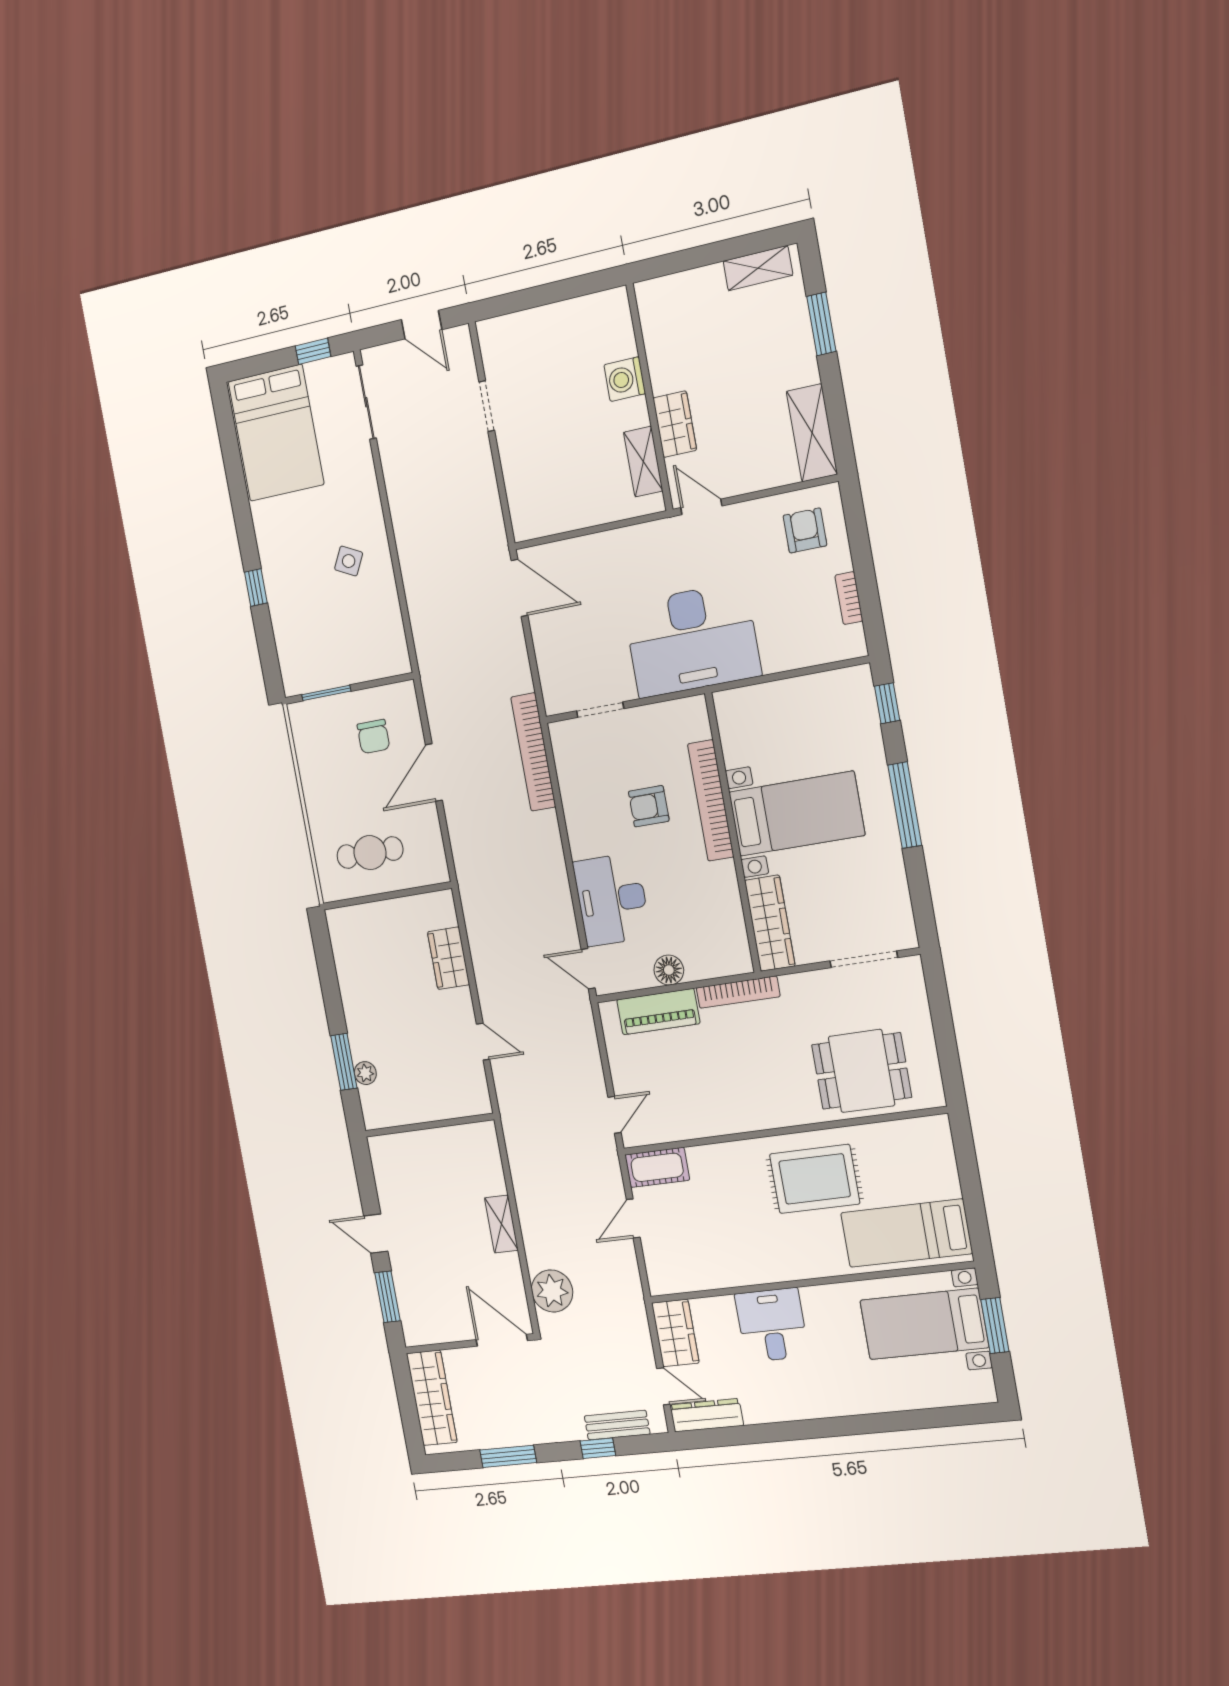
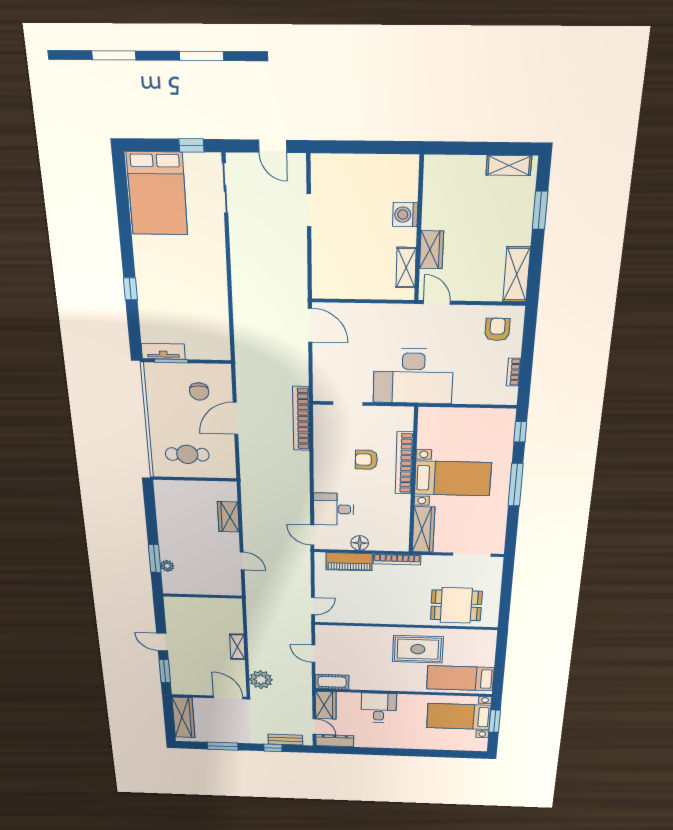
side table: (349, 561) -> (198, 286), removed
tv unit: (313, 679) -> (163, 351), added
desk: (612, 900) -> (334, 509), width x0.73
cot: (657, 1167) -> (332, 682), moved
door: (633, 1218) -> (313, 654), hinge flipped

